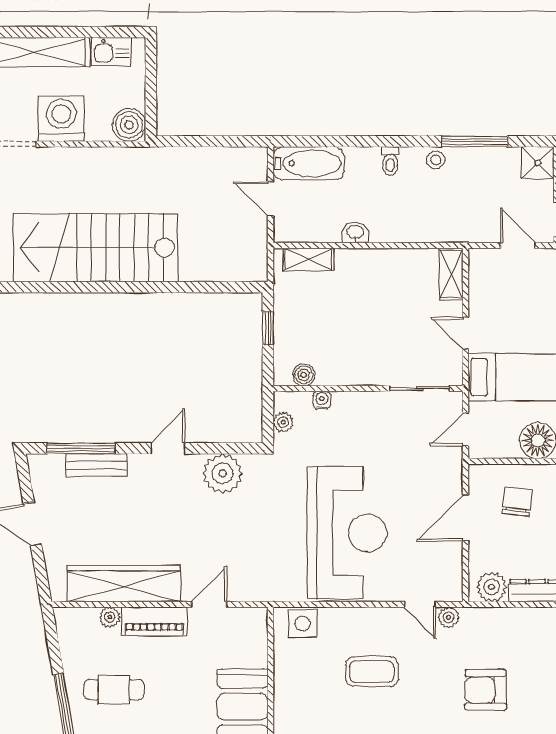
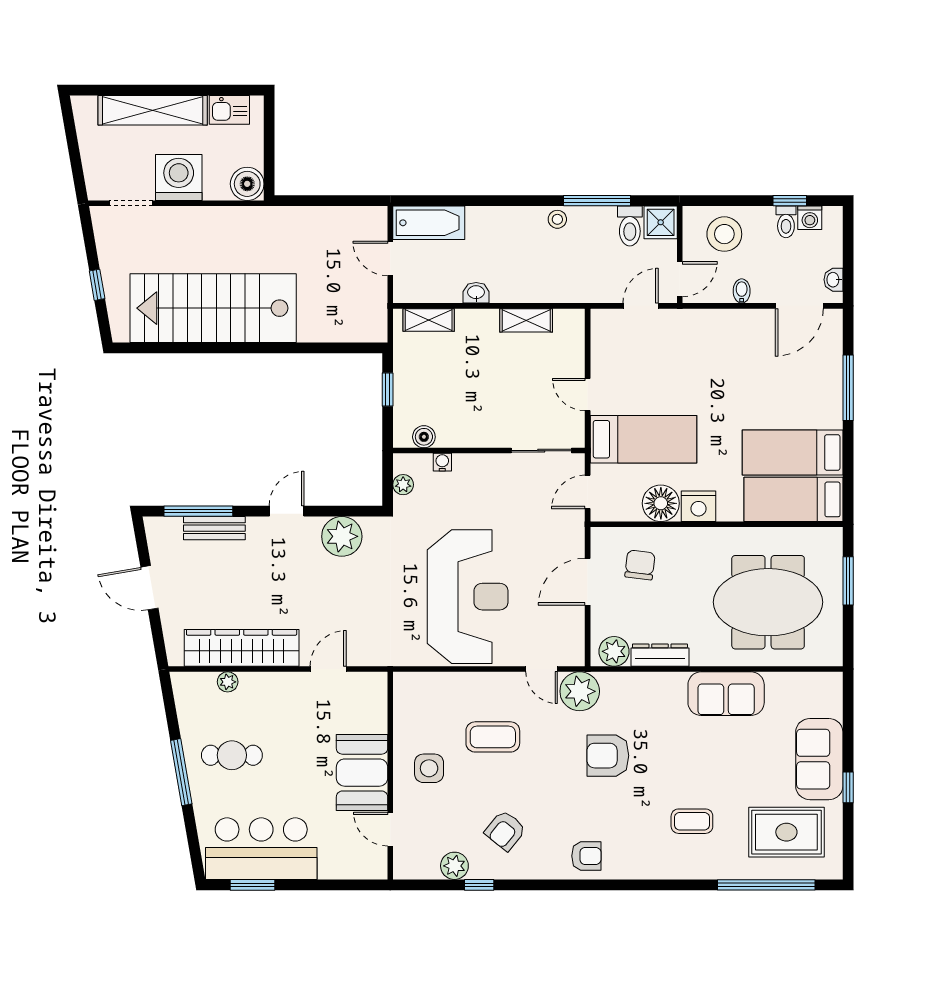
toilet: (390, 161) -> (630, 226), moved, width x1.37, depth x1.39
door: (518, 245) -> (641, 306), hinge flipped
shelving: (451, 274) -> (526, 320), moved, turned 90
plant: (449, 617) -> (580, 691), width x1.88, depth x1.88
piano: (154, 621) -> (273, 686), removed
side table: (302, 624) -> (429, 768), moved

